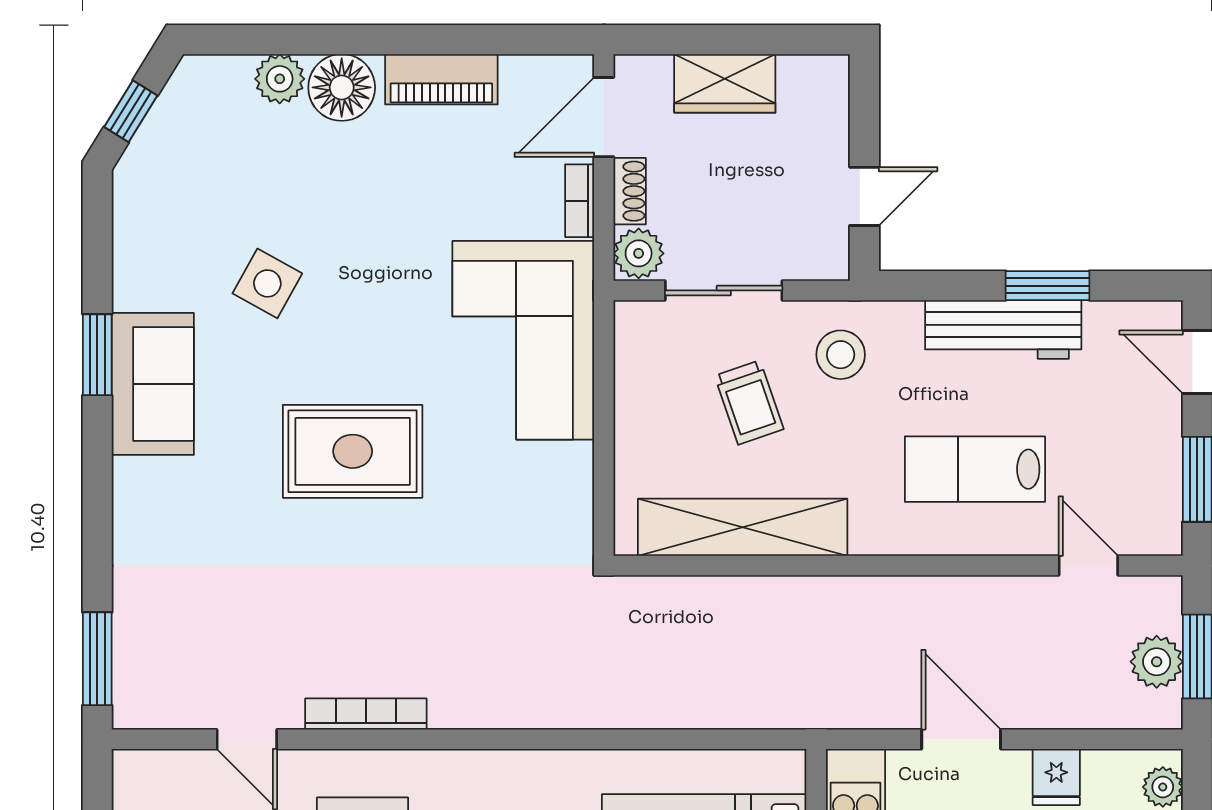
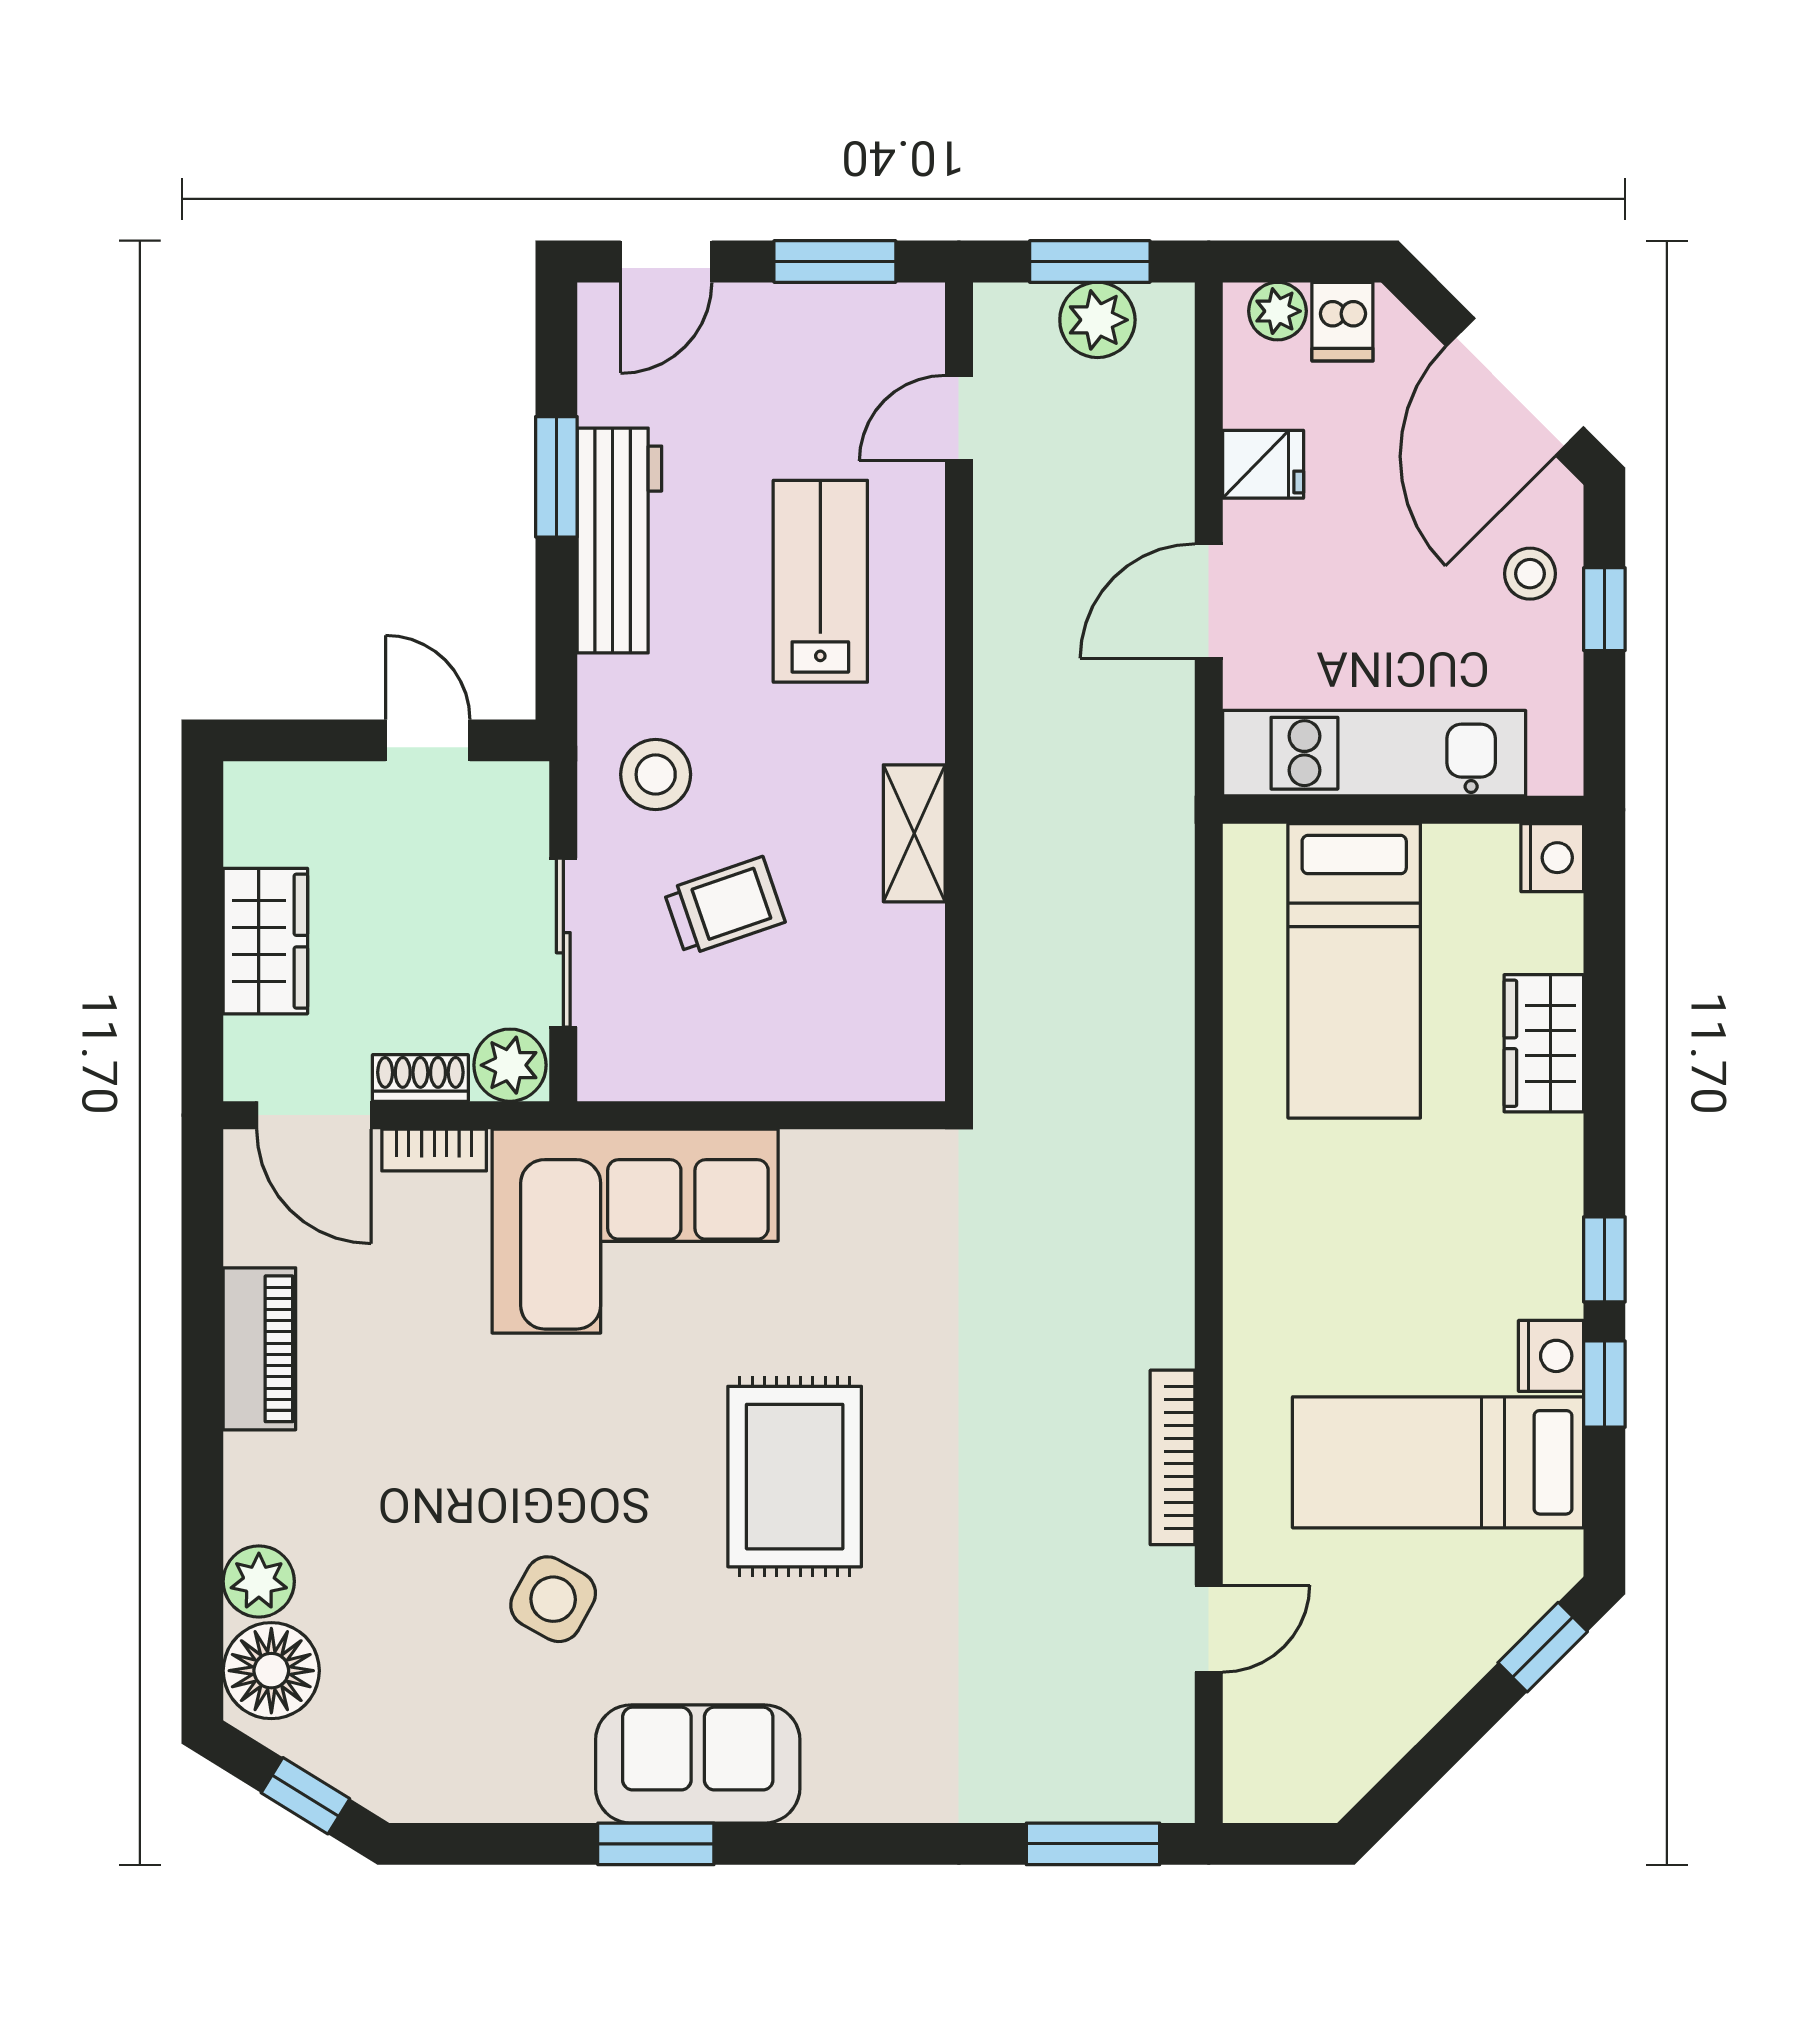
floor lamp: (342, 87) -> (271, 1671), moved
lab bench: (975, 469) -> (820, 581), turned 180
shelving: (743, 527) -> (914, 833), width x0.45, depth x0.75

